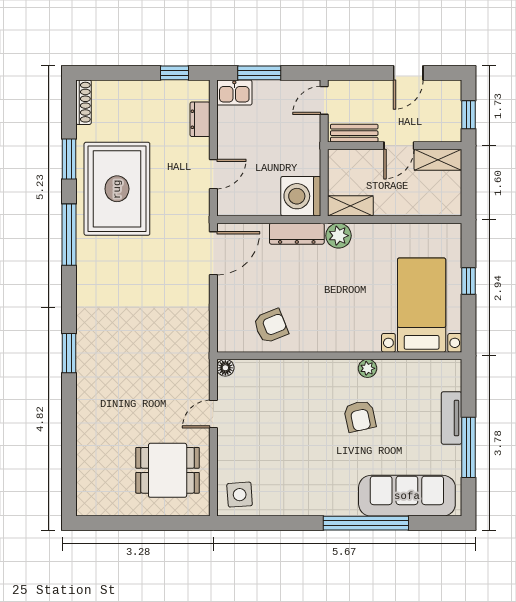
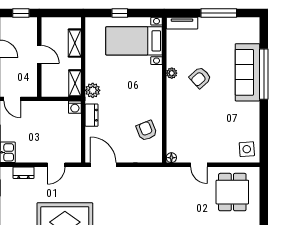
bench: (354, 133) -> (32, 81), removed
shelving: (438, 160) -> (75, 43), moved
door: (213, 174) -> (56, 165), swing flipped
washing machine: (301, 196) -> (75, 107), width x0.53, depth x0.53
dresser: (297, 234) -> (92, 115), width x0.70
armchair: (360, 416) -> (200, 78), turned 150
tv unit: (451, 418) -> (182, 23), moved
sofa: (407, 496) -> (247, 72), moved

